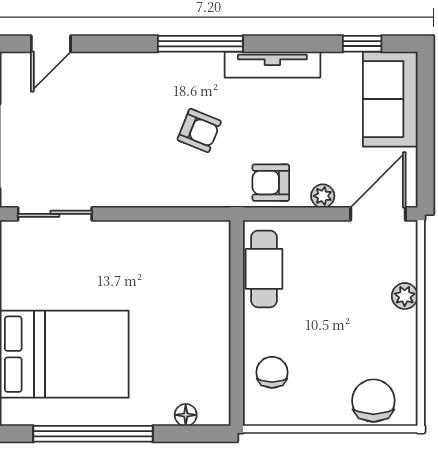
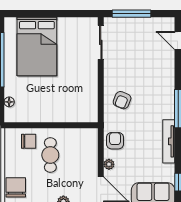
armchair: (199, 130) -> (122, 100), moved
cafe table: (264, 269) -> (50, 155), moved, turned 90
chair: (373, 401) -> (16, 187), turned -90

